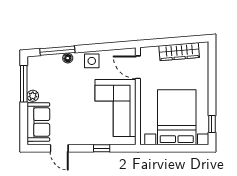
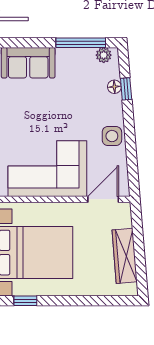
window: (57, 51) -> (126, 89), width x0.46
floor lamp: (68, 58) -> (114, 87), moved
plant: (33, 96) -> (104, 55), moved

